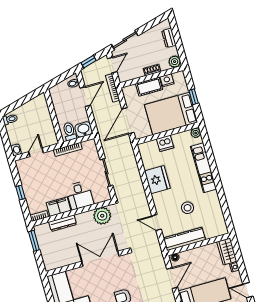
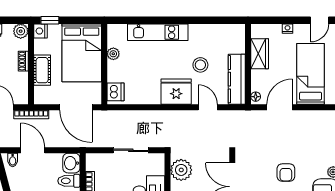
nightstand: (167, 80) -> (40, 31), moved
window: (194, 97) -> (50, 20), moved
plant: (196, 133) -> (113, 54), moved
dishwasher: (165, 143) -> (116, 92), moved
fridge: (157, 180) -> (176, 92), moved
door: (156, 223) -> (208, 107), swing flipped
wardrobe: (227, 251) -> (260, 54), moved, turned -90
door: (172, 278) -> (280, 107), hinge flipped

